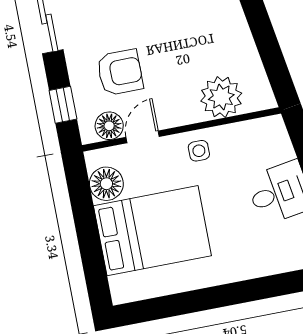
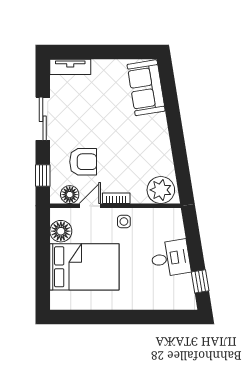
plant: (221, 97) -> (161, 190), moved
bookcase: (180, 118) -> (116, 198), added

